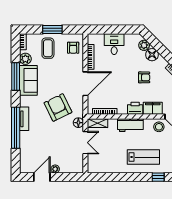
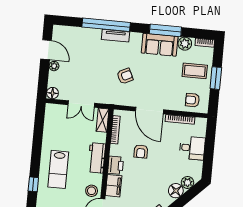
armchair: (144, 77) -> (141, 151), moved
armchair: (58, 107) -> (125, 76), width x0.53, depth x0.53
floor lamp: (78, 123) -> (52, 93), moved

